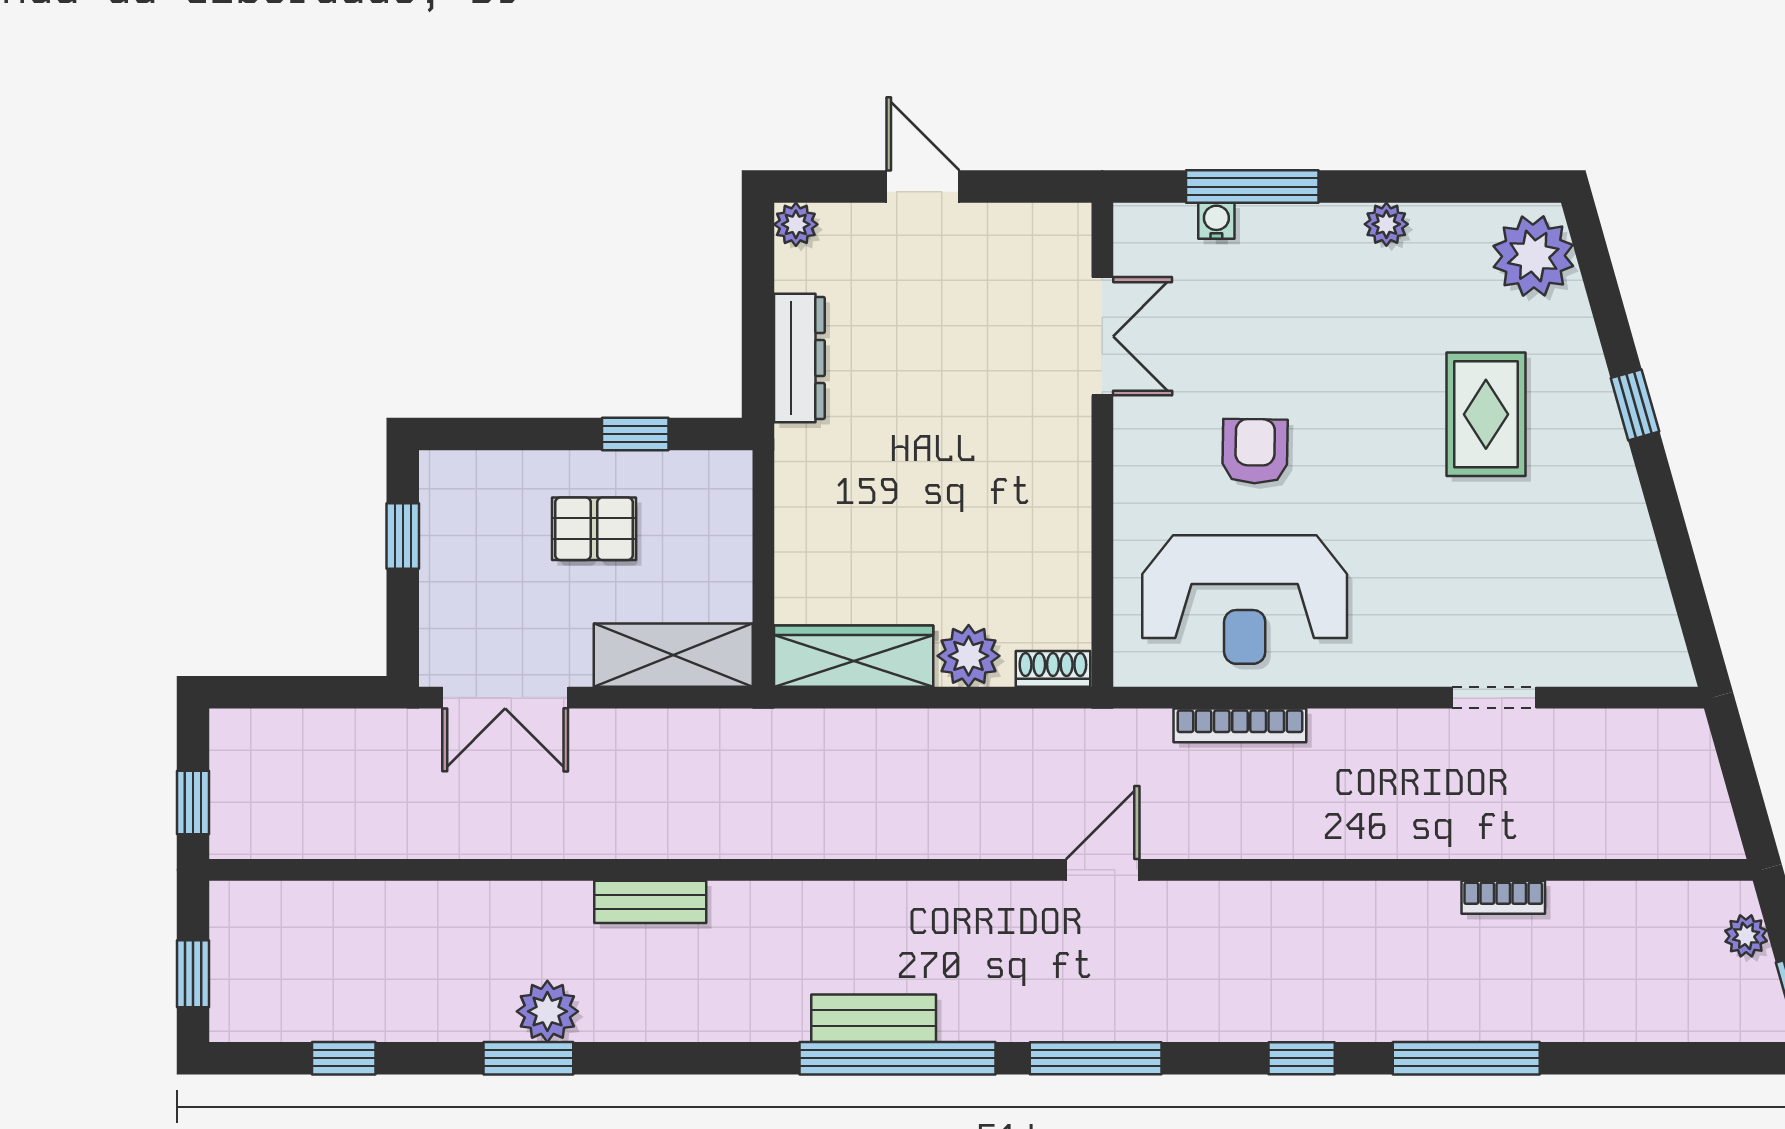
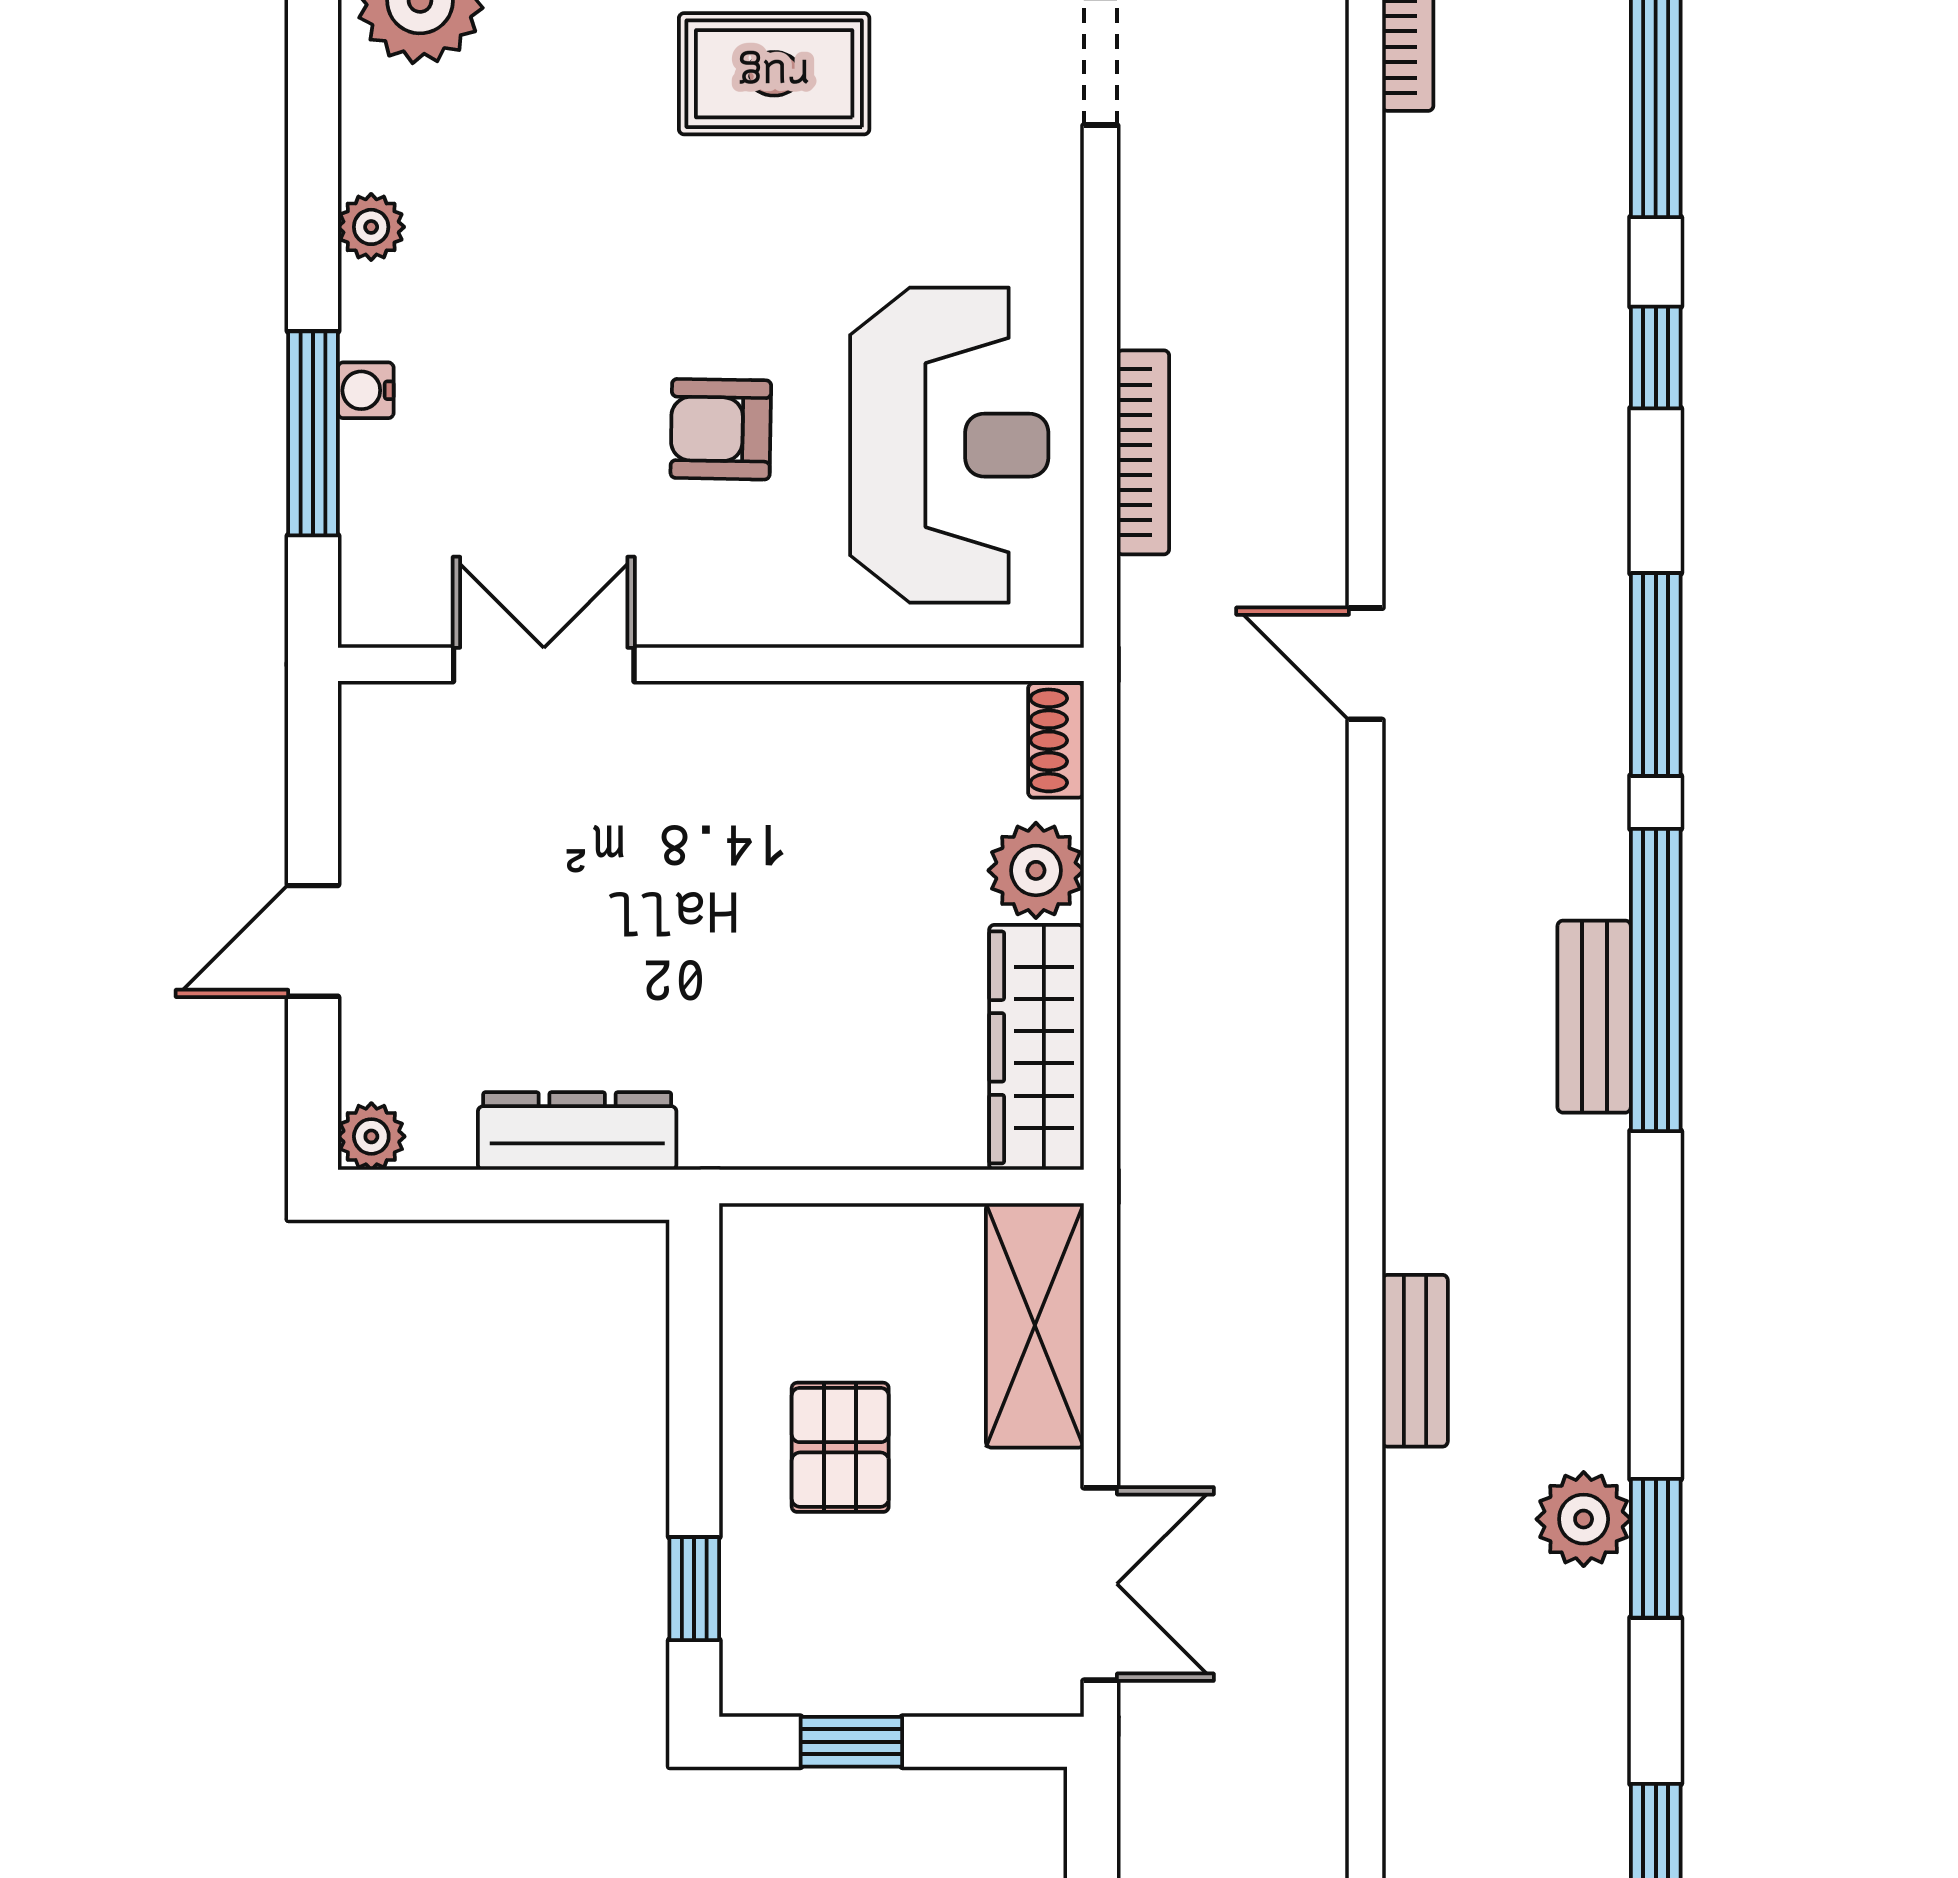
water cooler: (1216, 221) -> (366, 390), moved
rug: (1486, 414) -> (774, 74), moved
window: (635, 434) -> (694, 1589), moved

